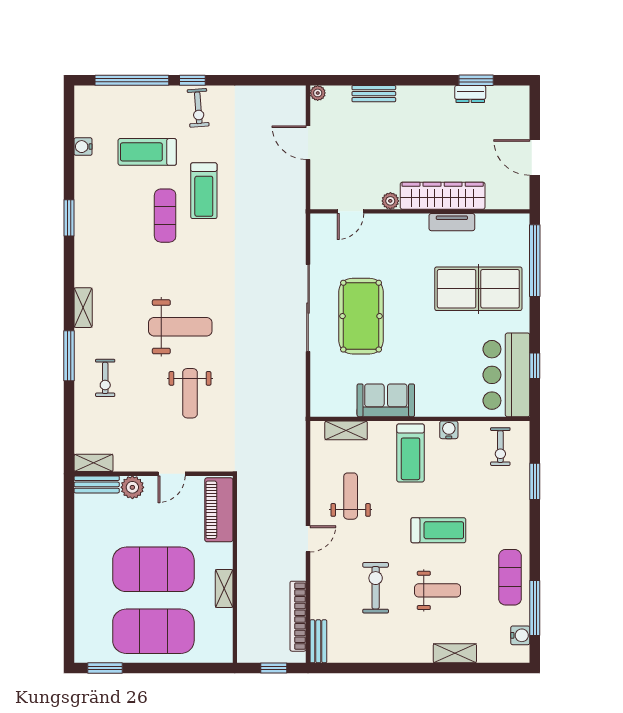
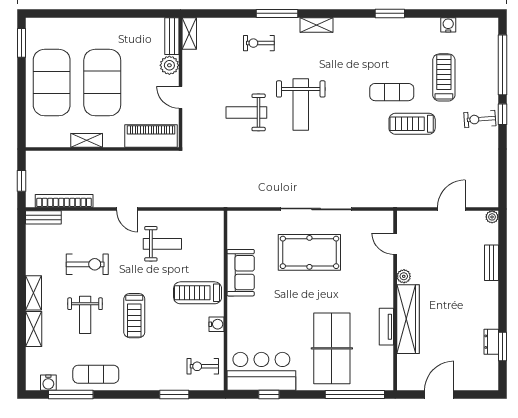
shelving: (346, 430) -> (34, 293), moved

